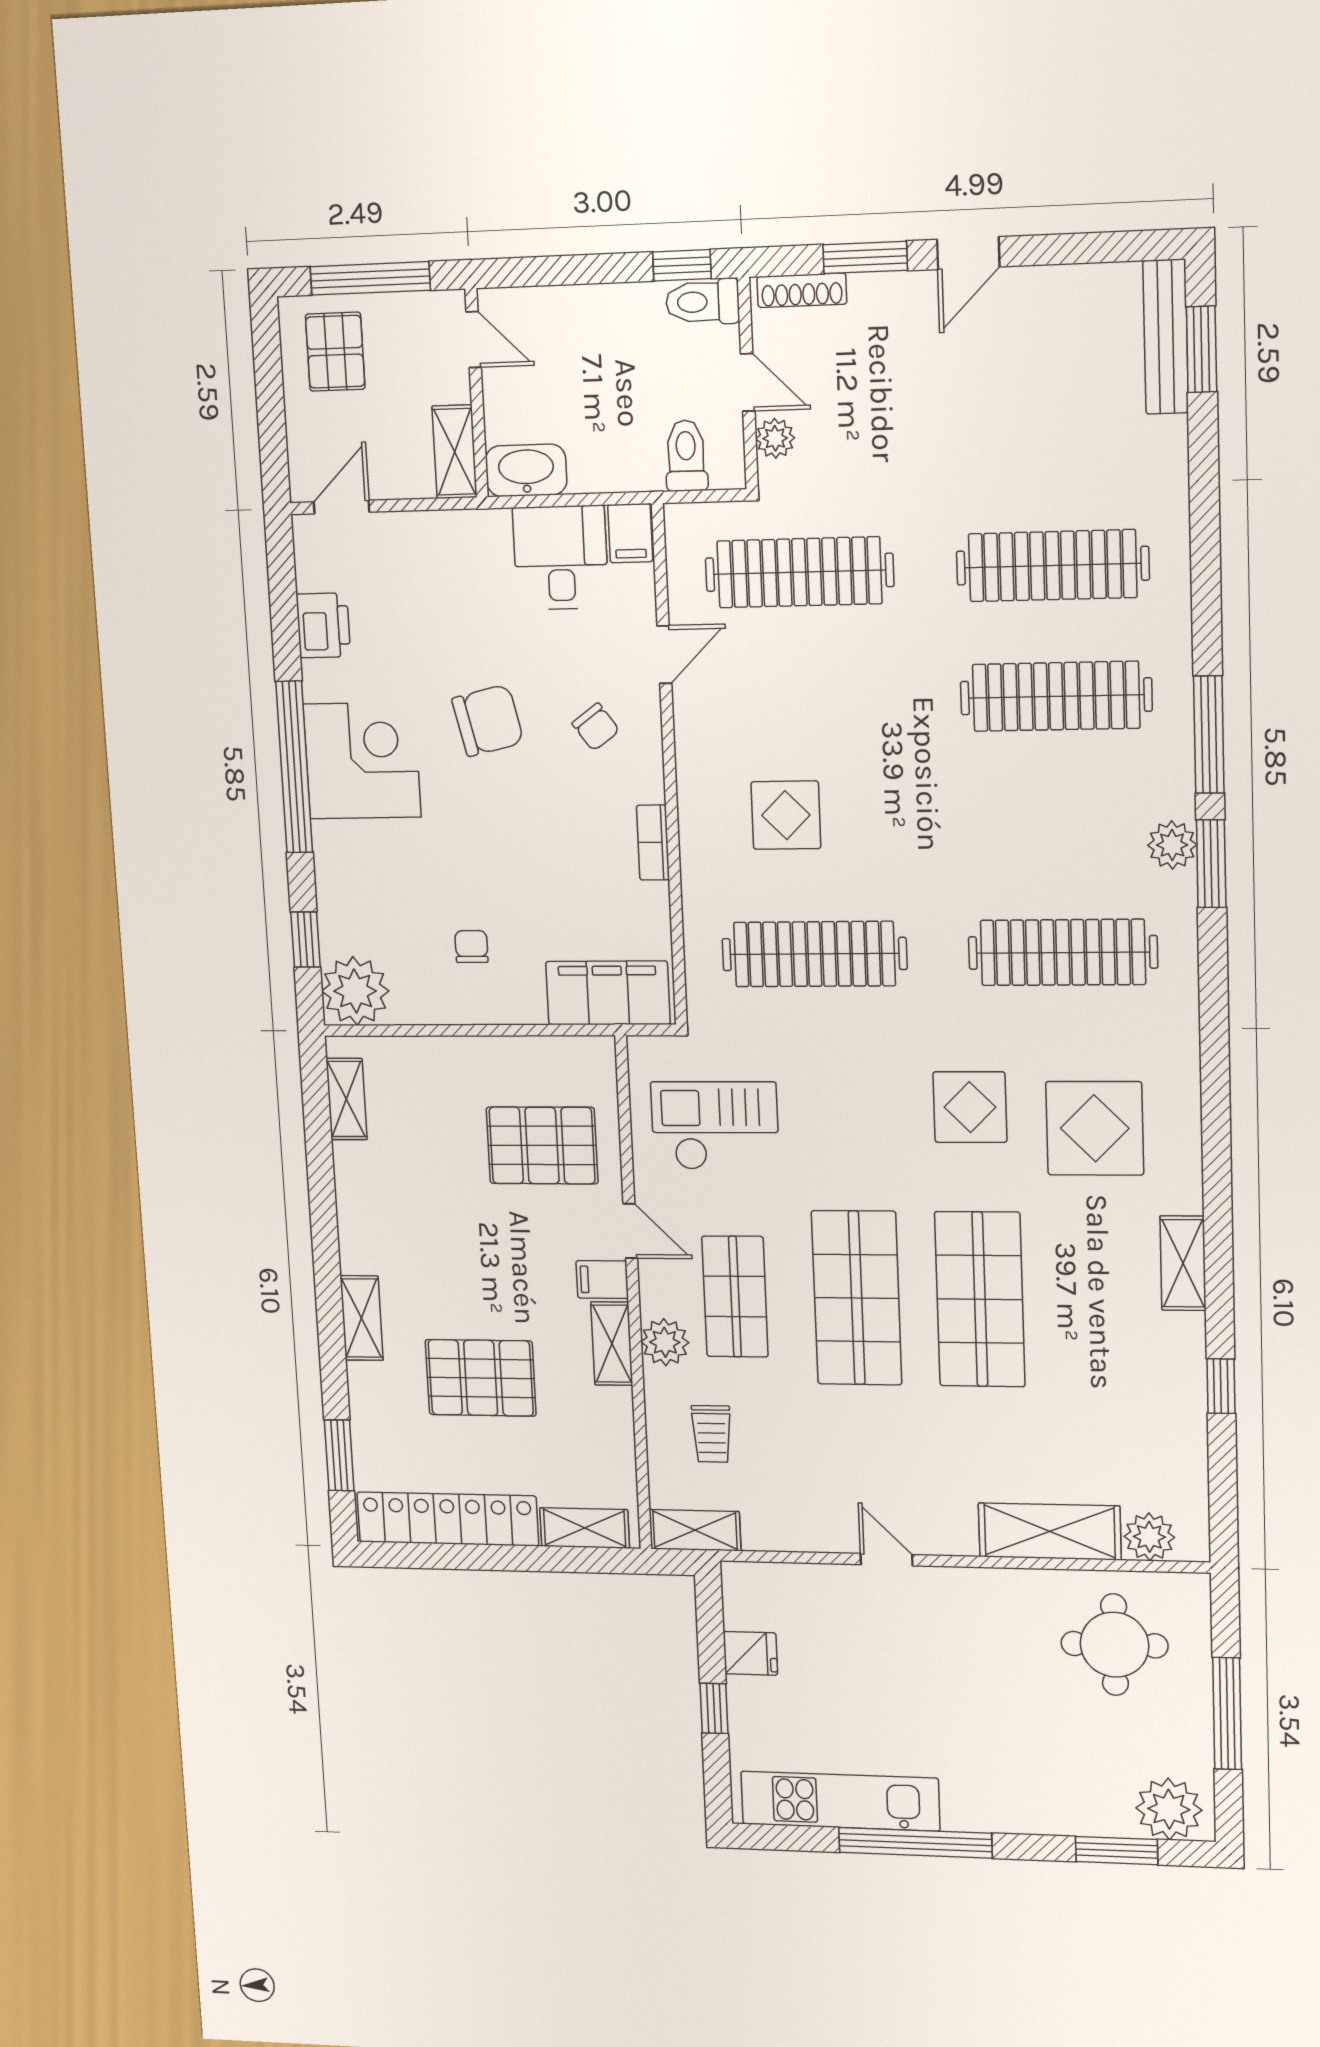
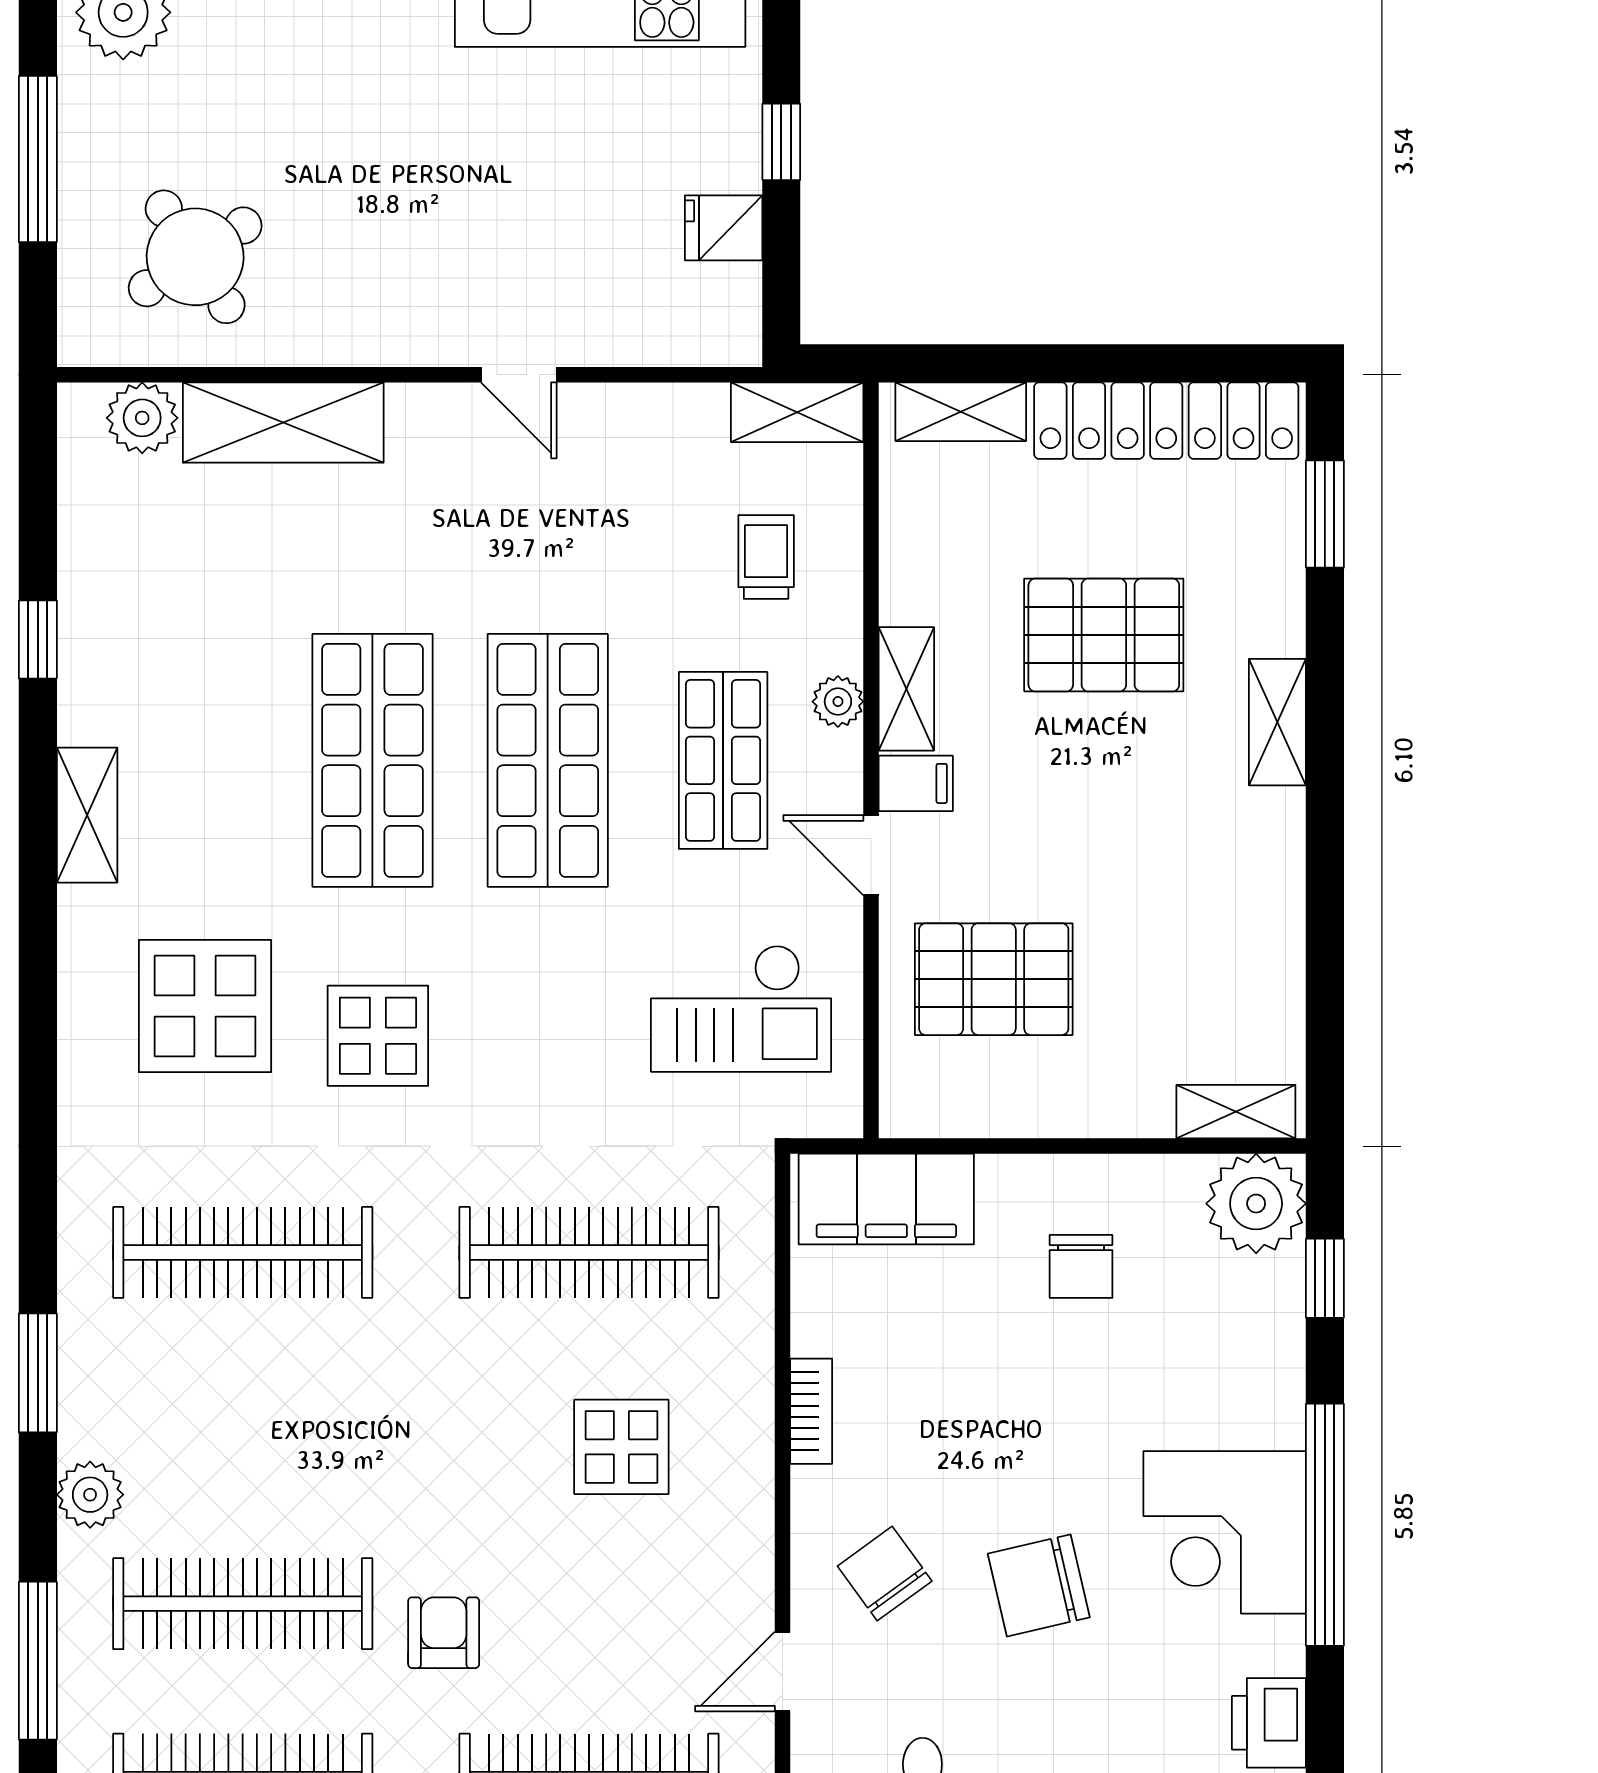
armchair: (909, 678) -> (444, 1633), added
chair: (596, 727) -> (885, 1574), width x1.37, depth x1.37
window: (1209, 735) -> (38, 1661), moved
plant: (1172, 845) -> (90, 1495), moved
chair: (471, 947) -> (1081, 1266), width x1.37, depth x1.37
shelving: (346, 1099) -> (1236, 1112), moved, turned 90
plant: (665, 1342) -> (838, 702), width x0.73, depth x0.73
round table: (1115, 1645) -> (195, 257), turned -33

